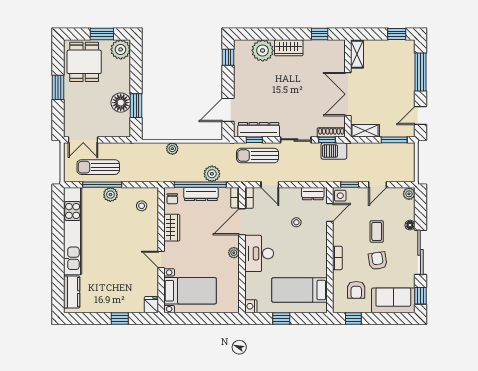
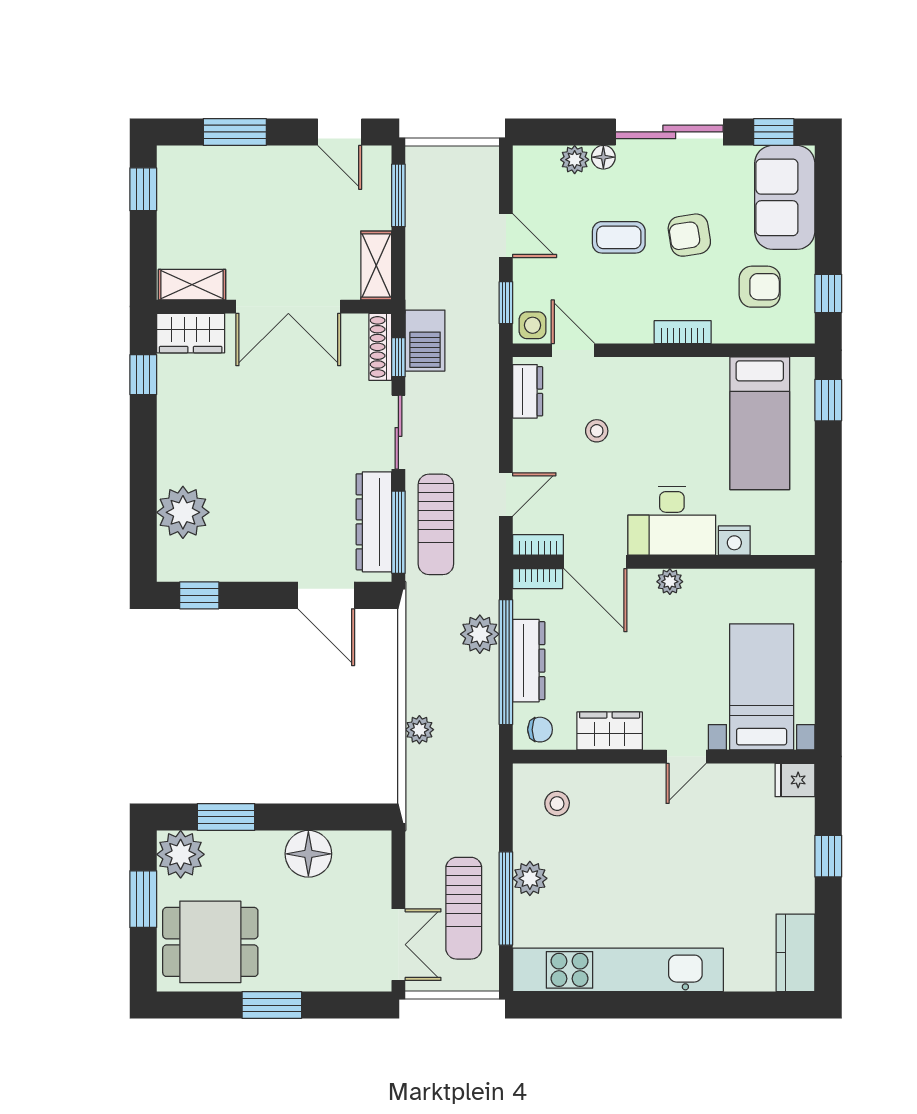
wardrobe: (289, 48) -> (191, 333), moved, turned 90
window: (420, 72) -> (235, 132), width x0.69
window: (136, 106) -> (226, 817), moved
window: (254, 140) -> (398, 532), width x2.17
plant: (409, 194) -> (575, 160), moved
kitchen counter: (72, 292) -> (795, 953), moved, turned -90
nightstand: (251, 306) -> (734, 540), moved
window: (281, 318) -> (828, 400), moved

